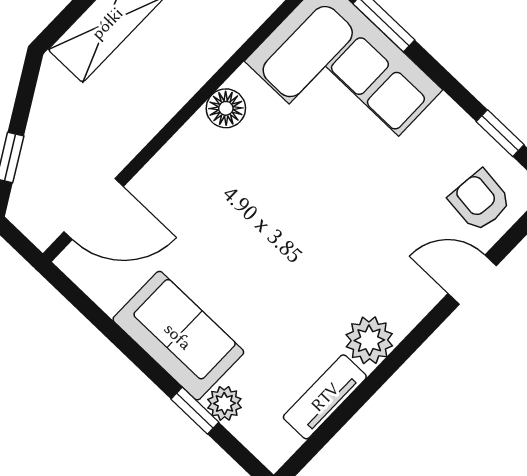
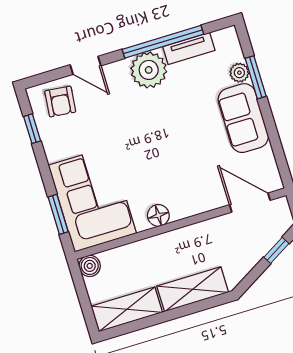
plant: (369, 340) -> (149, 70), width x1.36, depth x1.36
window: (372, 385) -> (163, 42), added
window: (195, 411) -> (256, 77), width x1.50

